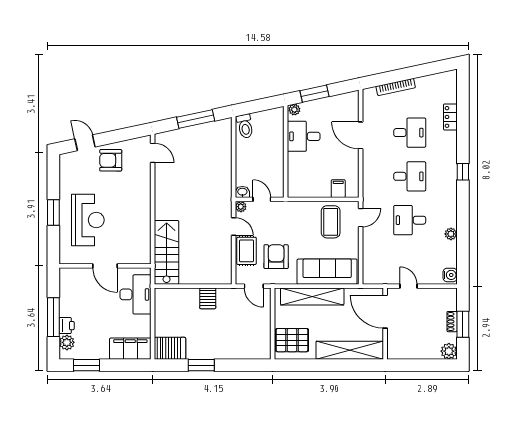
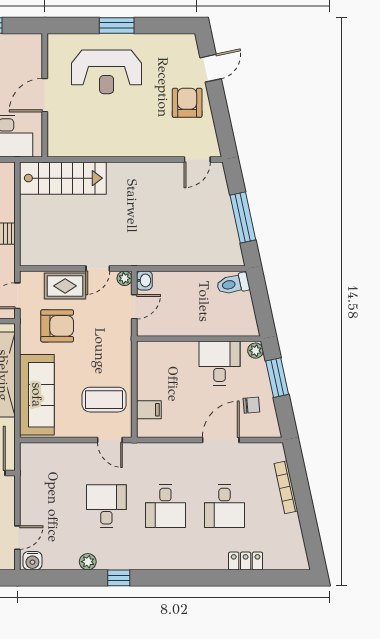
chair: (335, 113) -> (251, 405), added
window: (463, 172) -> (119, 578), moved
door: (408, 286) -> (17, 538), moved

